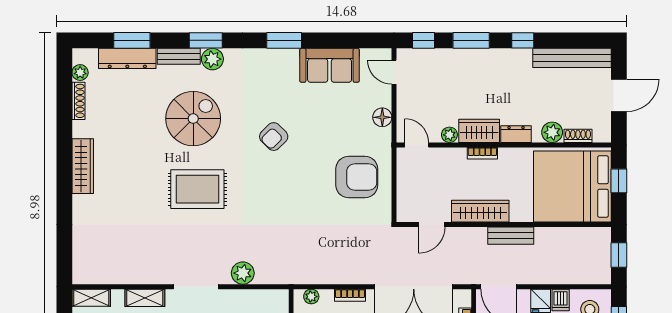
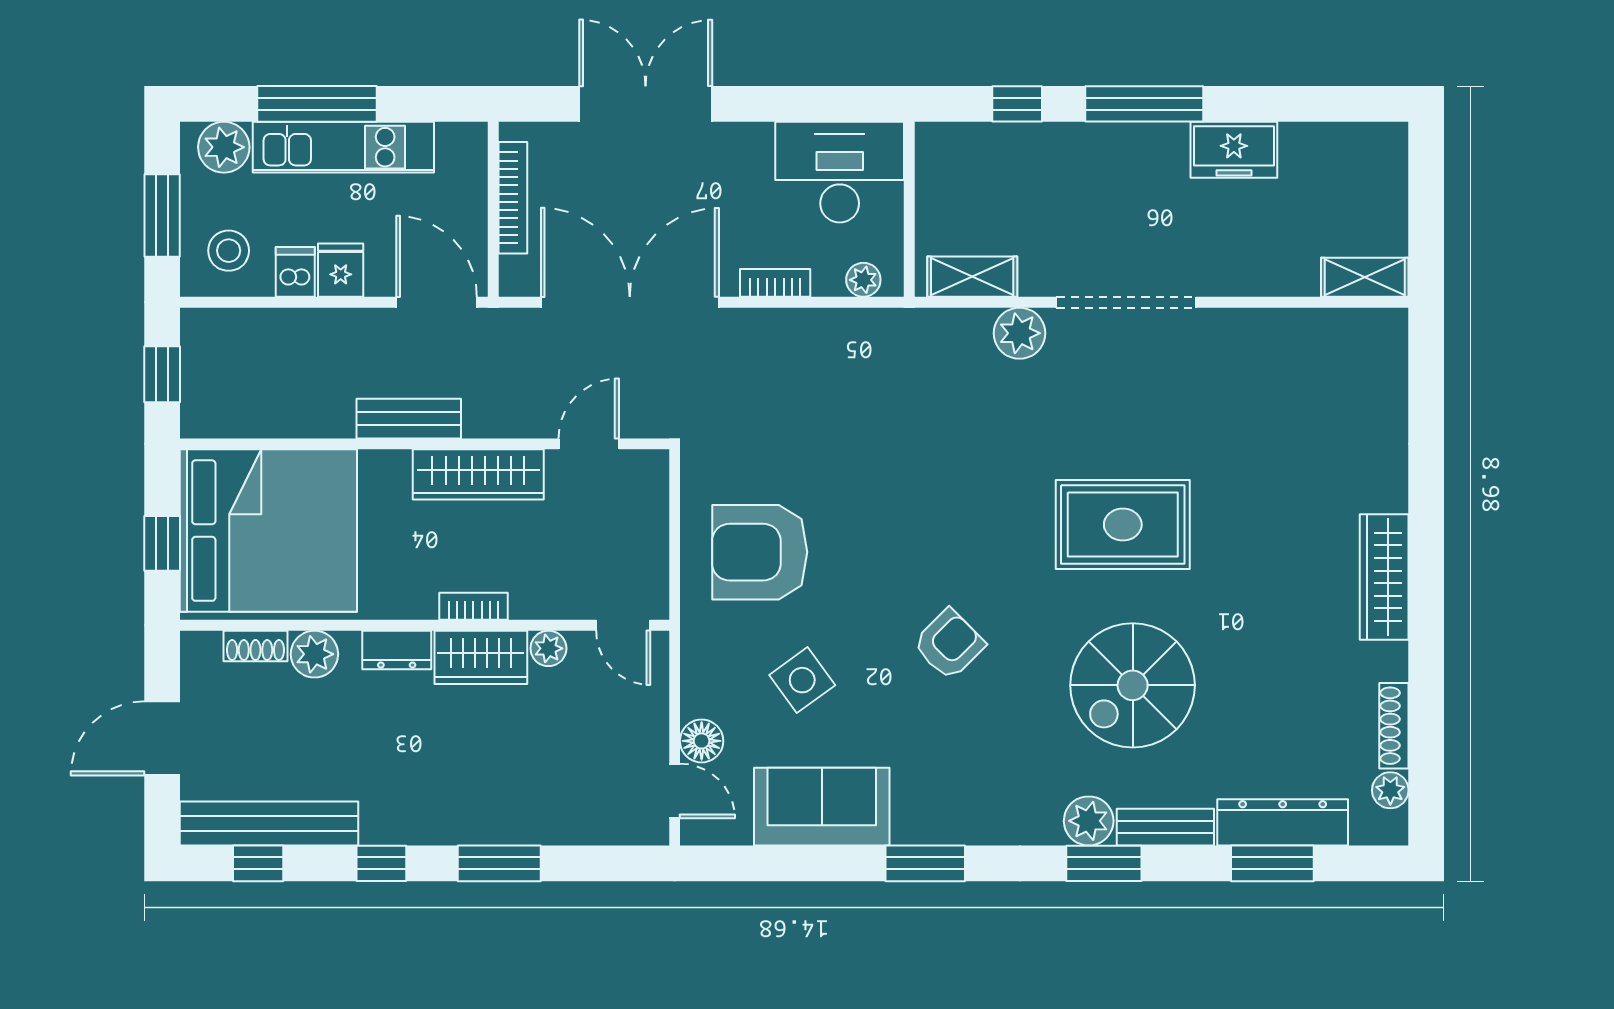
window: (424, 40) -> (258, 863), moved
floor lamp: (382, 117) -> (702, 741), moved
side table: (338, 121) -> (802, 680), added
doorway: (196, 287) -> (1126, 302), width x1.36
shelving: (145, 298) -> (972, 277), moved

